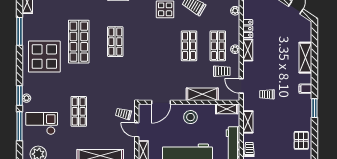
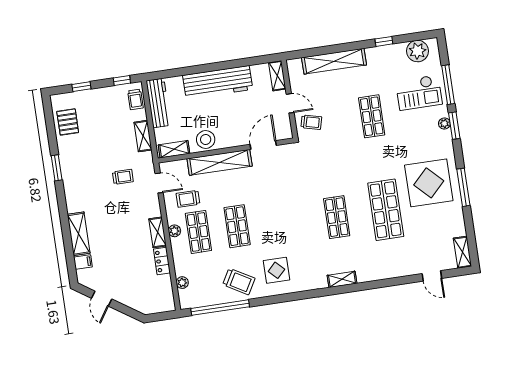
window: (20, 31) -> (463, 187), moved
filing cabinet: (305, 89) -> (83, 262), moved
shelving: (202, 94) -> (220, 162), width x1.47
stool: (190, 117) -> (206, 140), moved

